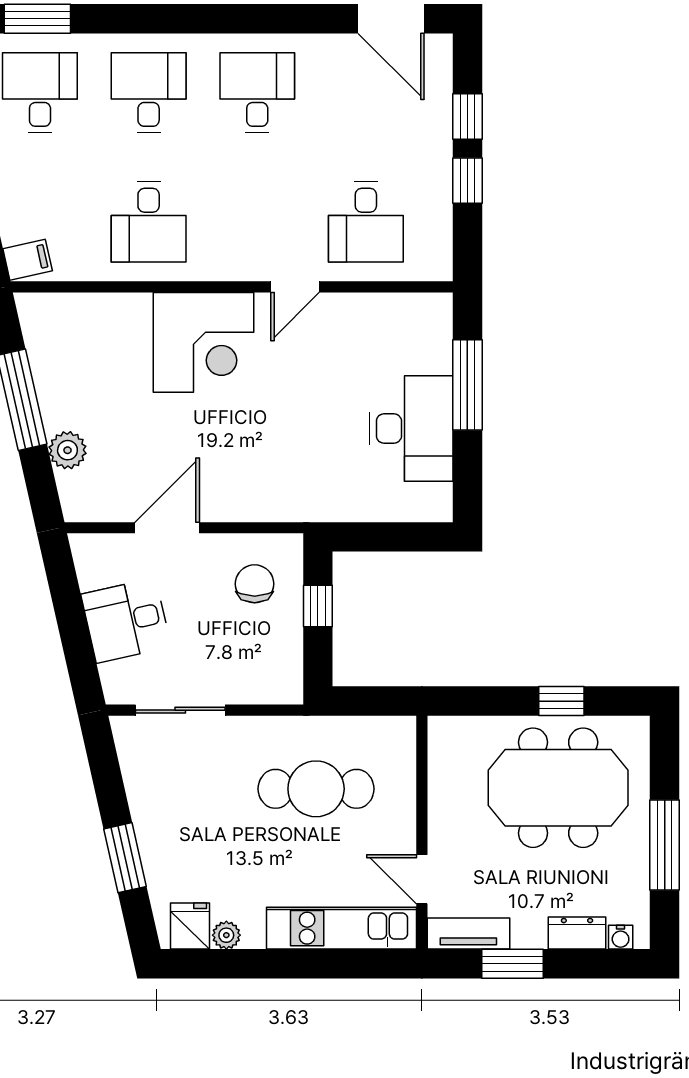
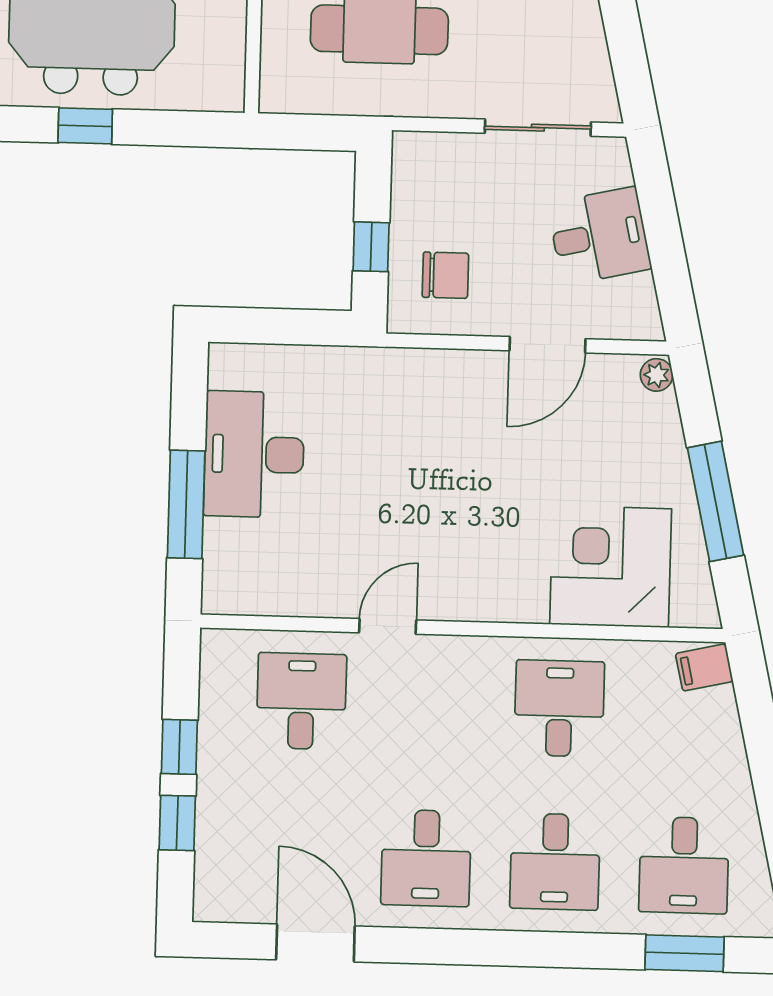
door: (391, 19) -> (315, 943), moved
corner desk: (203, 342) -> (611, 567), moved
plant: (67, 450) -> (657, 375), moved, width x0.73, depth x0.73
chair: (255, 584) -> (445, 275), turned -90

